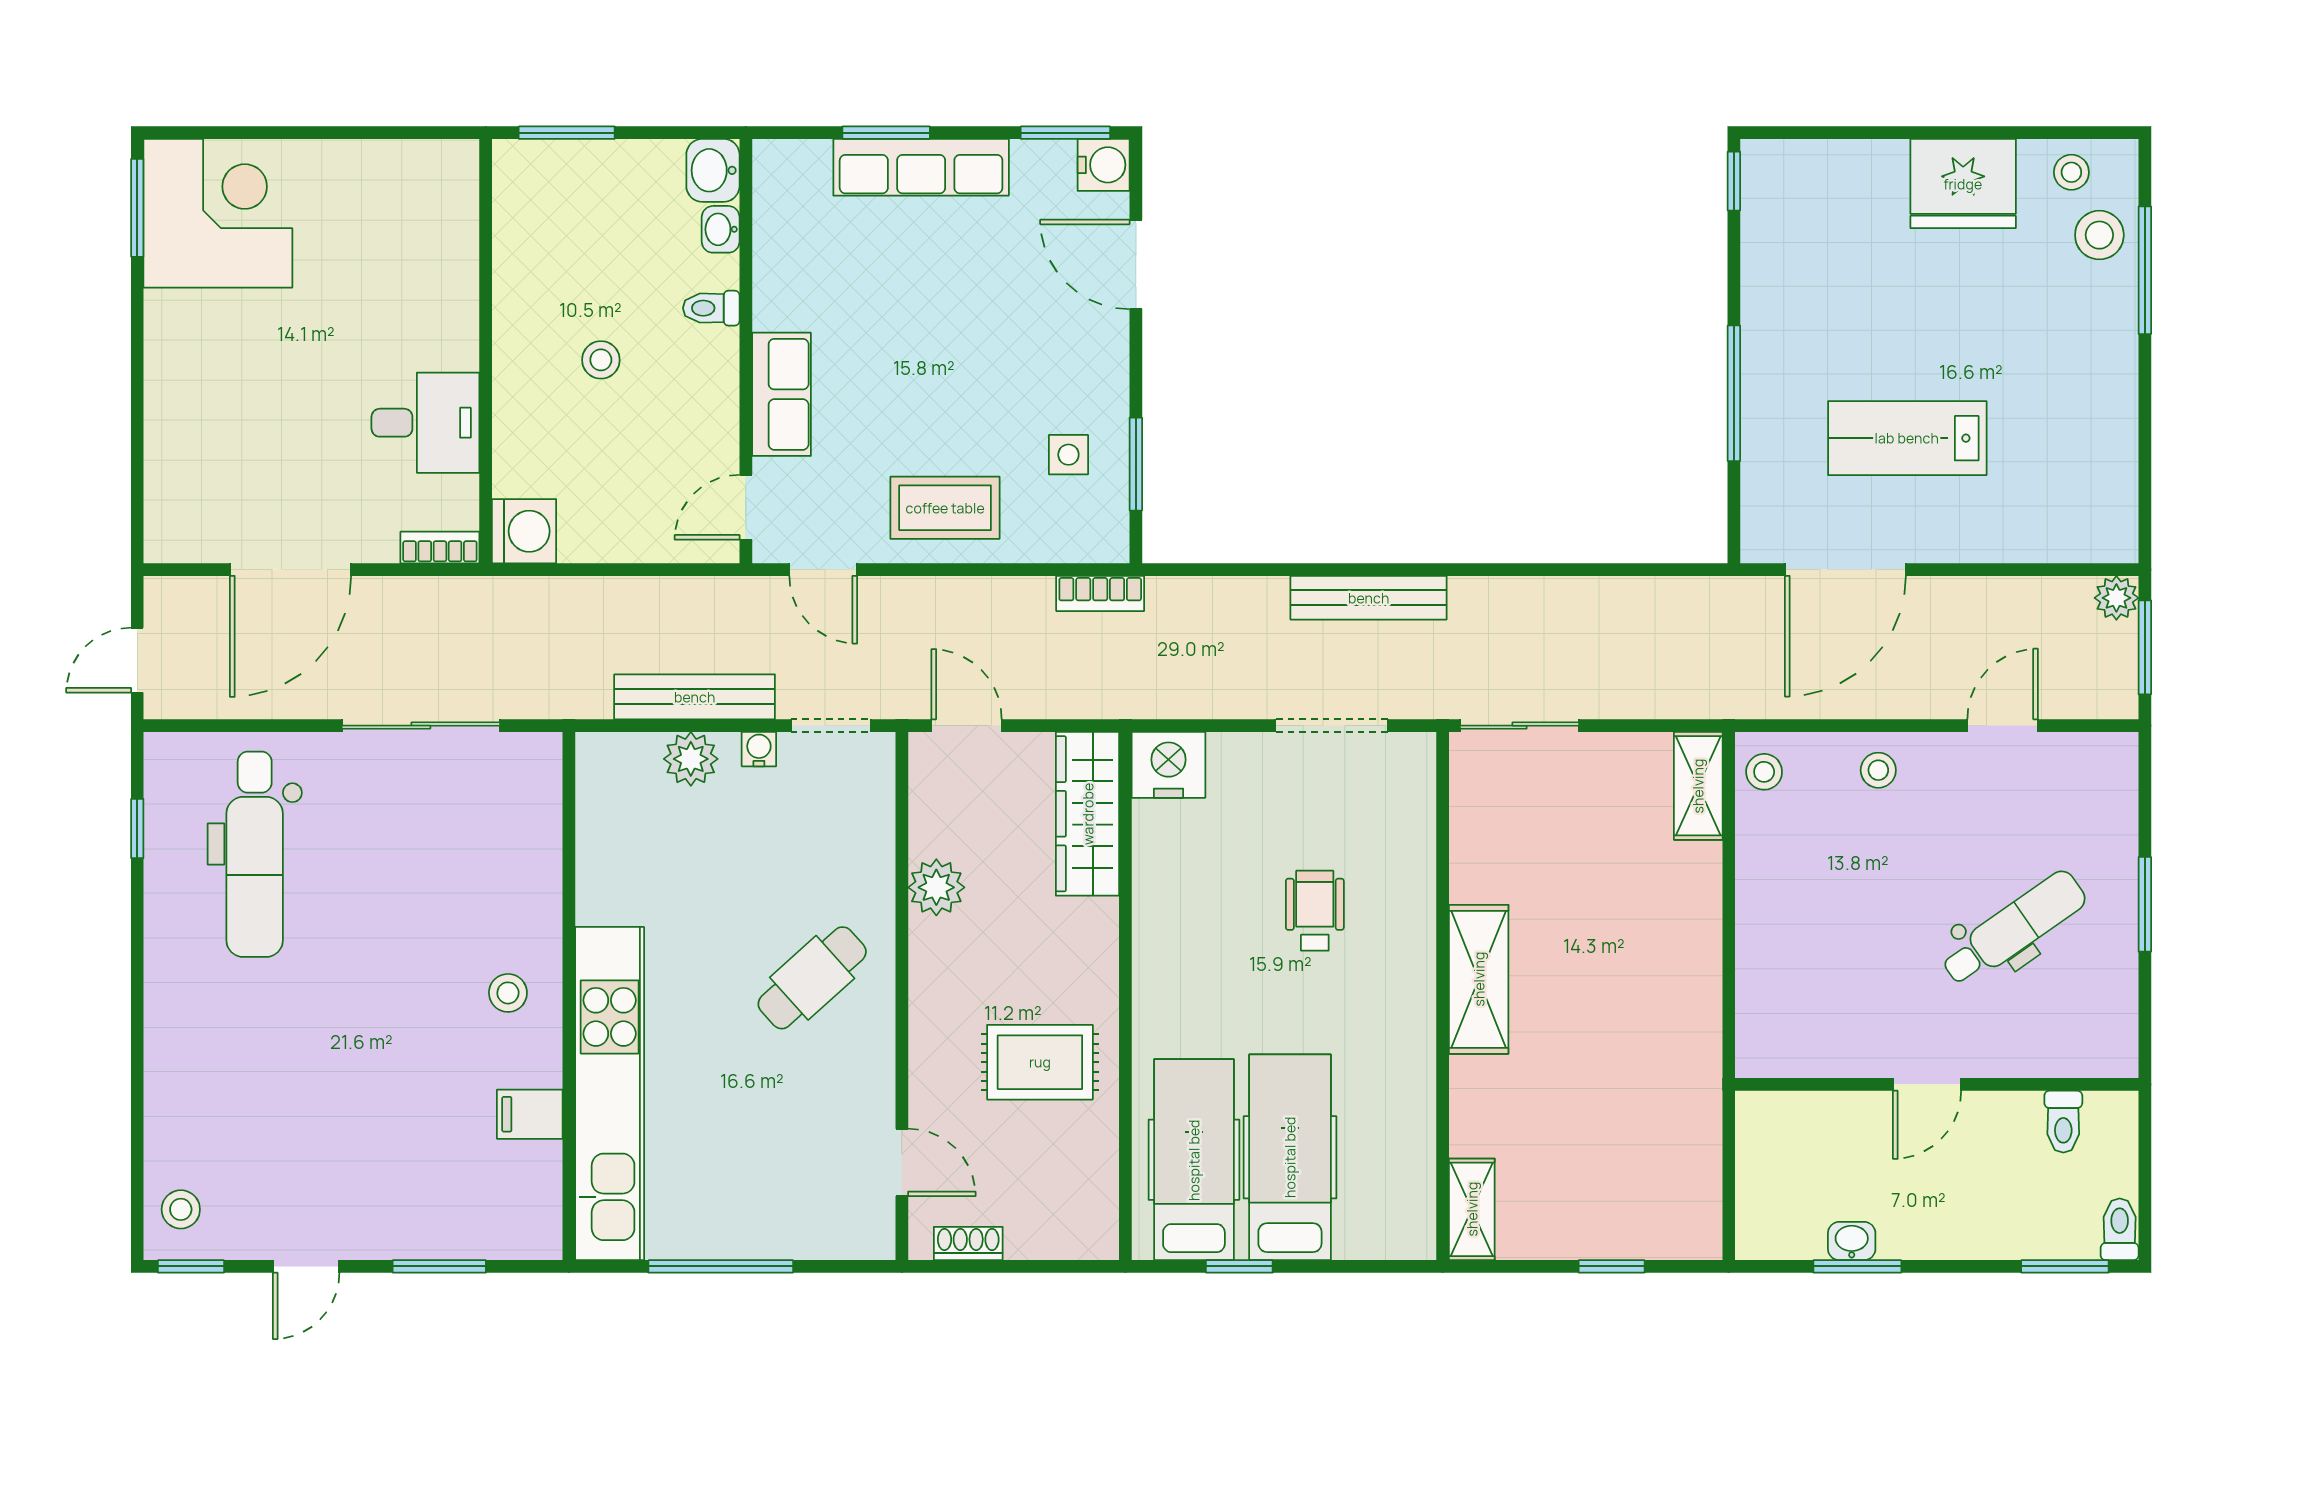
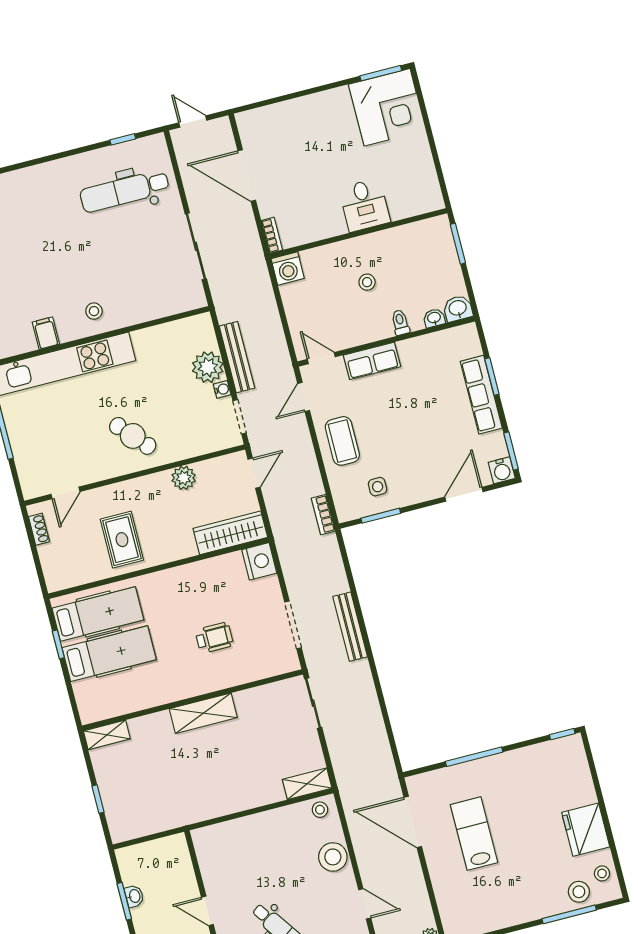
desk: (425, 423) -> (365, 205), moved
plant: (691, 759) -> (208, 367), width x1.36, depth x1.36
stool: (1878, 770) -> (333, 857), width x1.89, depth x1.89

